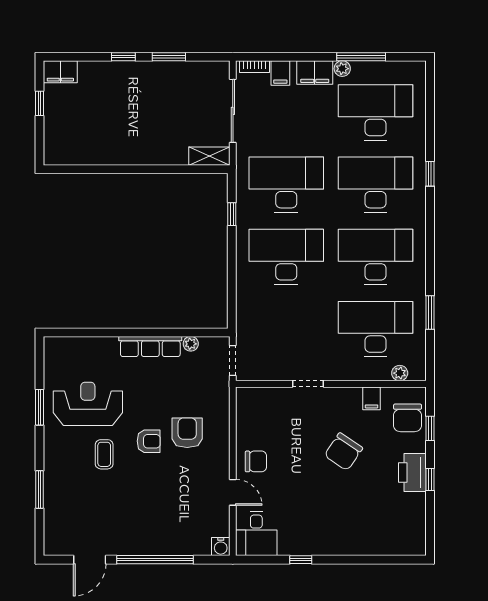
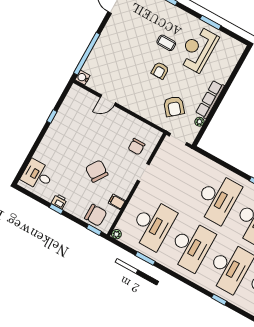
plant: (400, 373) -> (116, 234), moved
reception desk: (88, 404) -> (198, 49), turned 180
chair: (408, 418) -> (96, 215), turned 180
window: (430, 428) -> (94, 230), moved
armchair: (187, 433) -> (174, 106), moved, turned 50
chair: (256, 461) -> (136, 147), moved
printer: (412, 473) -> (59, 201), width x0.53, depth x0.68
desk: (256, 534) -> (37, 175), moved
window: (155, 560) -> (87, 54), moved

